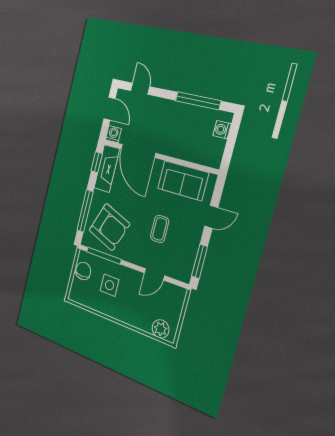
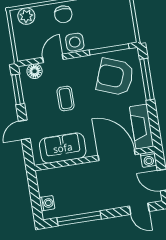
window: (97, 162) -> (155, 128), removed
chair: (83, 271) -> (63, 14), moved
floor lamp: (176, 271) -> (35, 71), added
side table: (109, 285) -> (75, 42), moved

